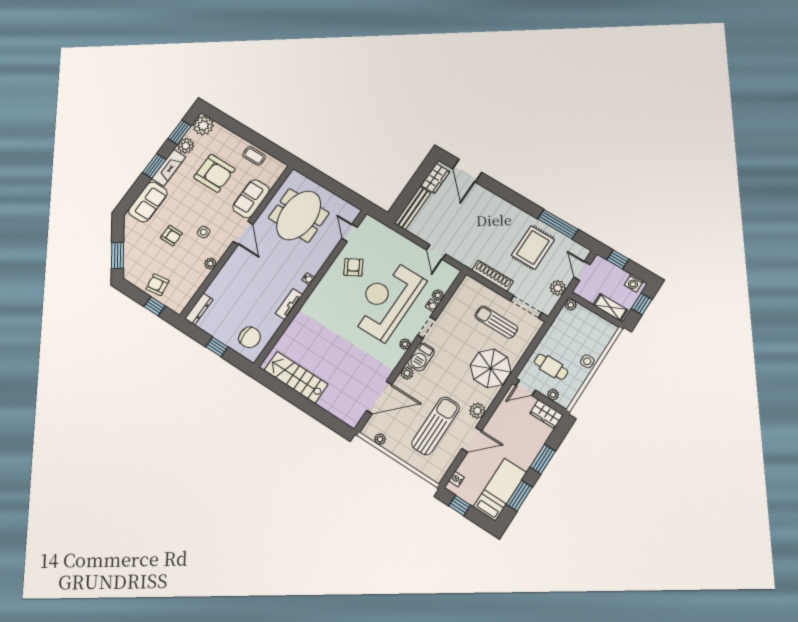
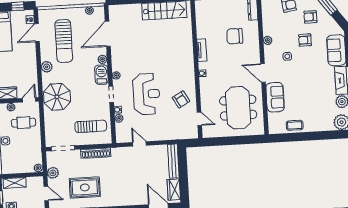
armchair: (214, 173) -> (310, 17), moved, width x0.53, depth x0.53
rug: (533, 247) -> (85, 187), turned 90
reception desk: (387, 300) -> (146, 94), width x0.74, depth x0.77
sun lounger: (496, 322) -> (91, 126), moved
chair: (250, 337) -> (235, 36), moved
door: (472, 440) -> (37, 33), moved

